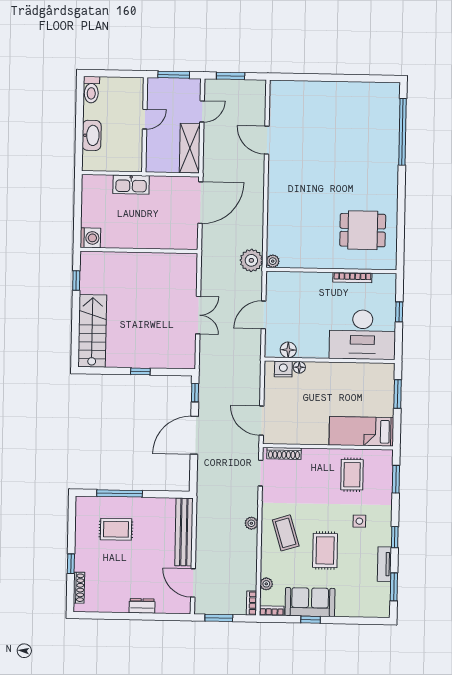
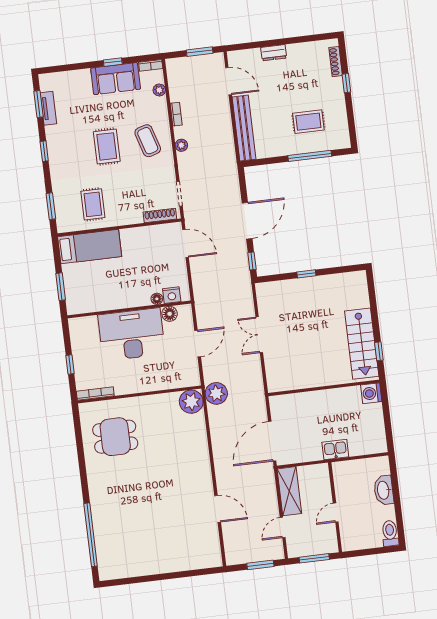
kitchen sink: (131, 185) -> (335, 450), width x0.73
plant: (273, 261) -> (191, 402), width x1.88, depth x1.88
bookcase: (352, 277) -> (95, 393), moved
stairs: (92, 331) -> (362, 344), moved
desk: (362, 335) -> (132, 334), moved
side table: (359, 521) -> (80, 162), removed
rug: (325, 550) -> (107, 146), moved
tv unit: (384, 564) -> (48, 108), moved
bookcase: (251, 603) -> (176, 114), moved

